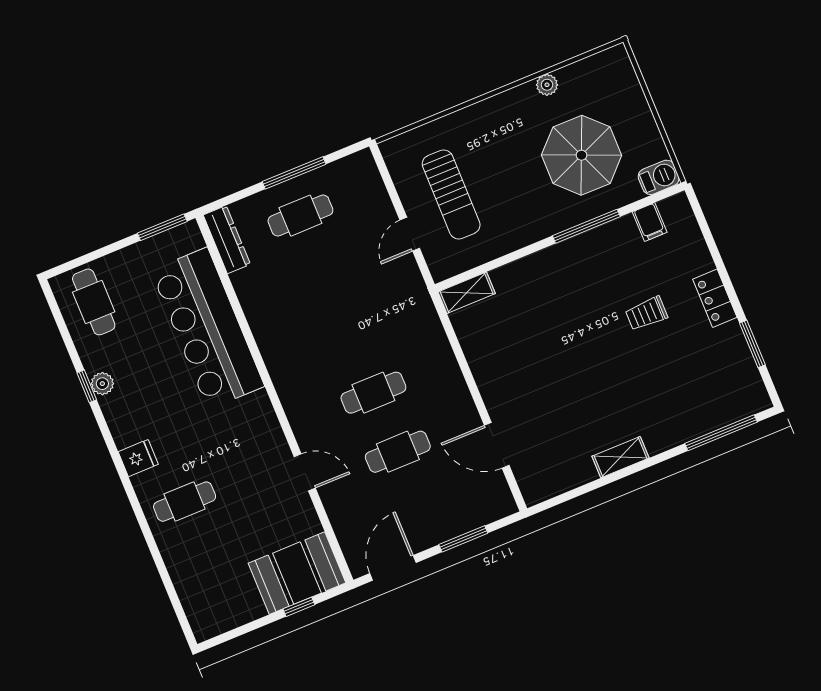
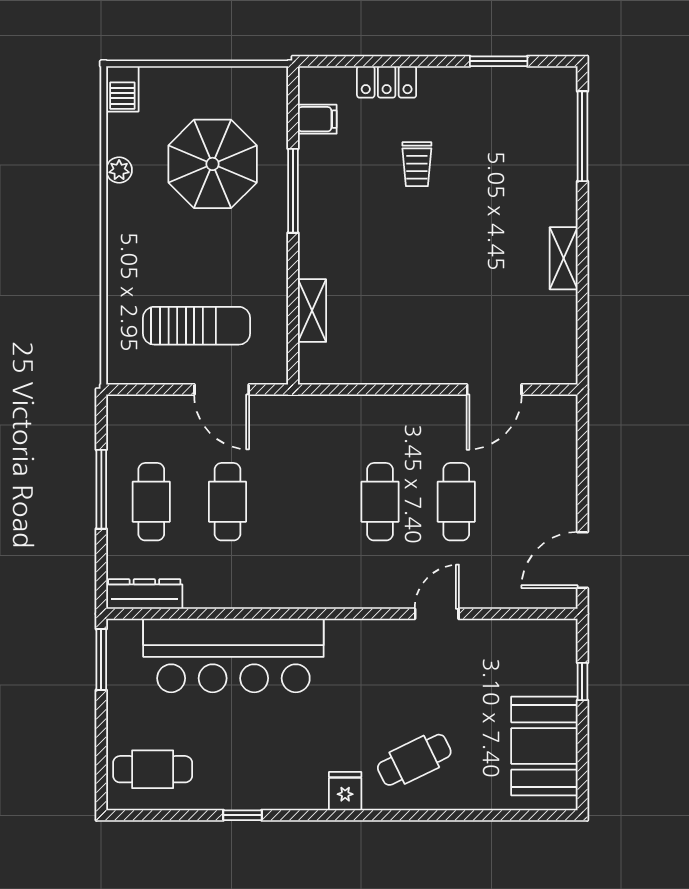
barbecue: (659, 177) -> (122, 89), moved, turned 180
door: (410, 234) -> (222, 390), width x1.38
cafe table: (325, 275) -> (227, 502), added
shelving: (467, 293) -> (312, 311), moved
locker: (715, 298) -> (387, 82), moved
plant: (102, 384) -> (247, 797), removed
cafe table: (185, 502) -> (414, 760), turned 64
window: (463, 539) -> (582, 469), removed
door: (393, 568) -> (582, 560), hinge flipped
booth: (297, 573) -> (544, 746), moved

